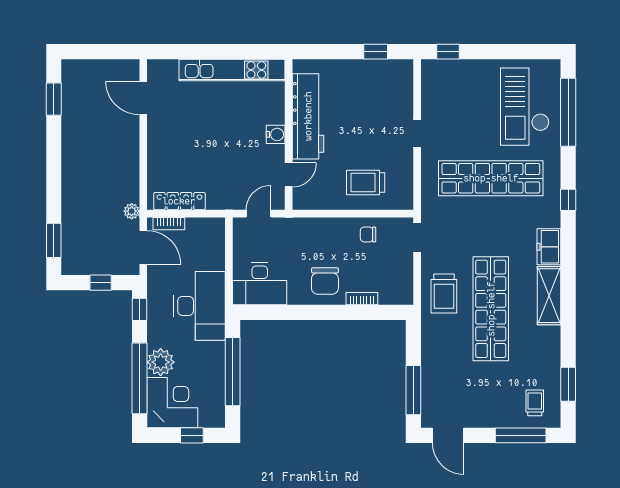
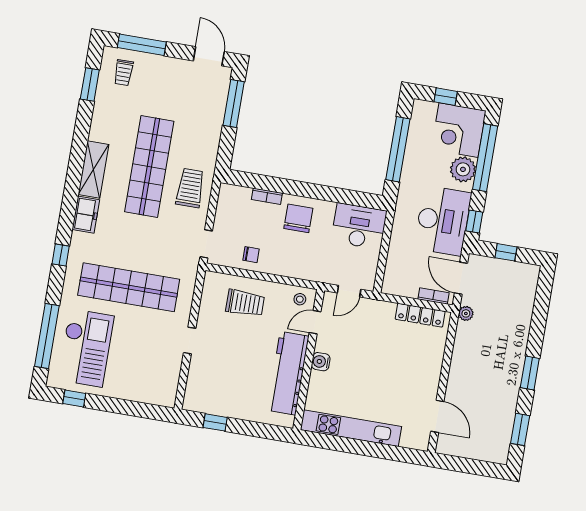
window: (448, 52) -> (74, 398), moved
stool: (309, 196) -> (300, 299), added
window: (54, 240) -> (530, 373), moved
desk: (199, 306) -> (443, 221), moved, turned 180

